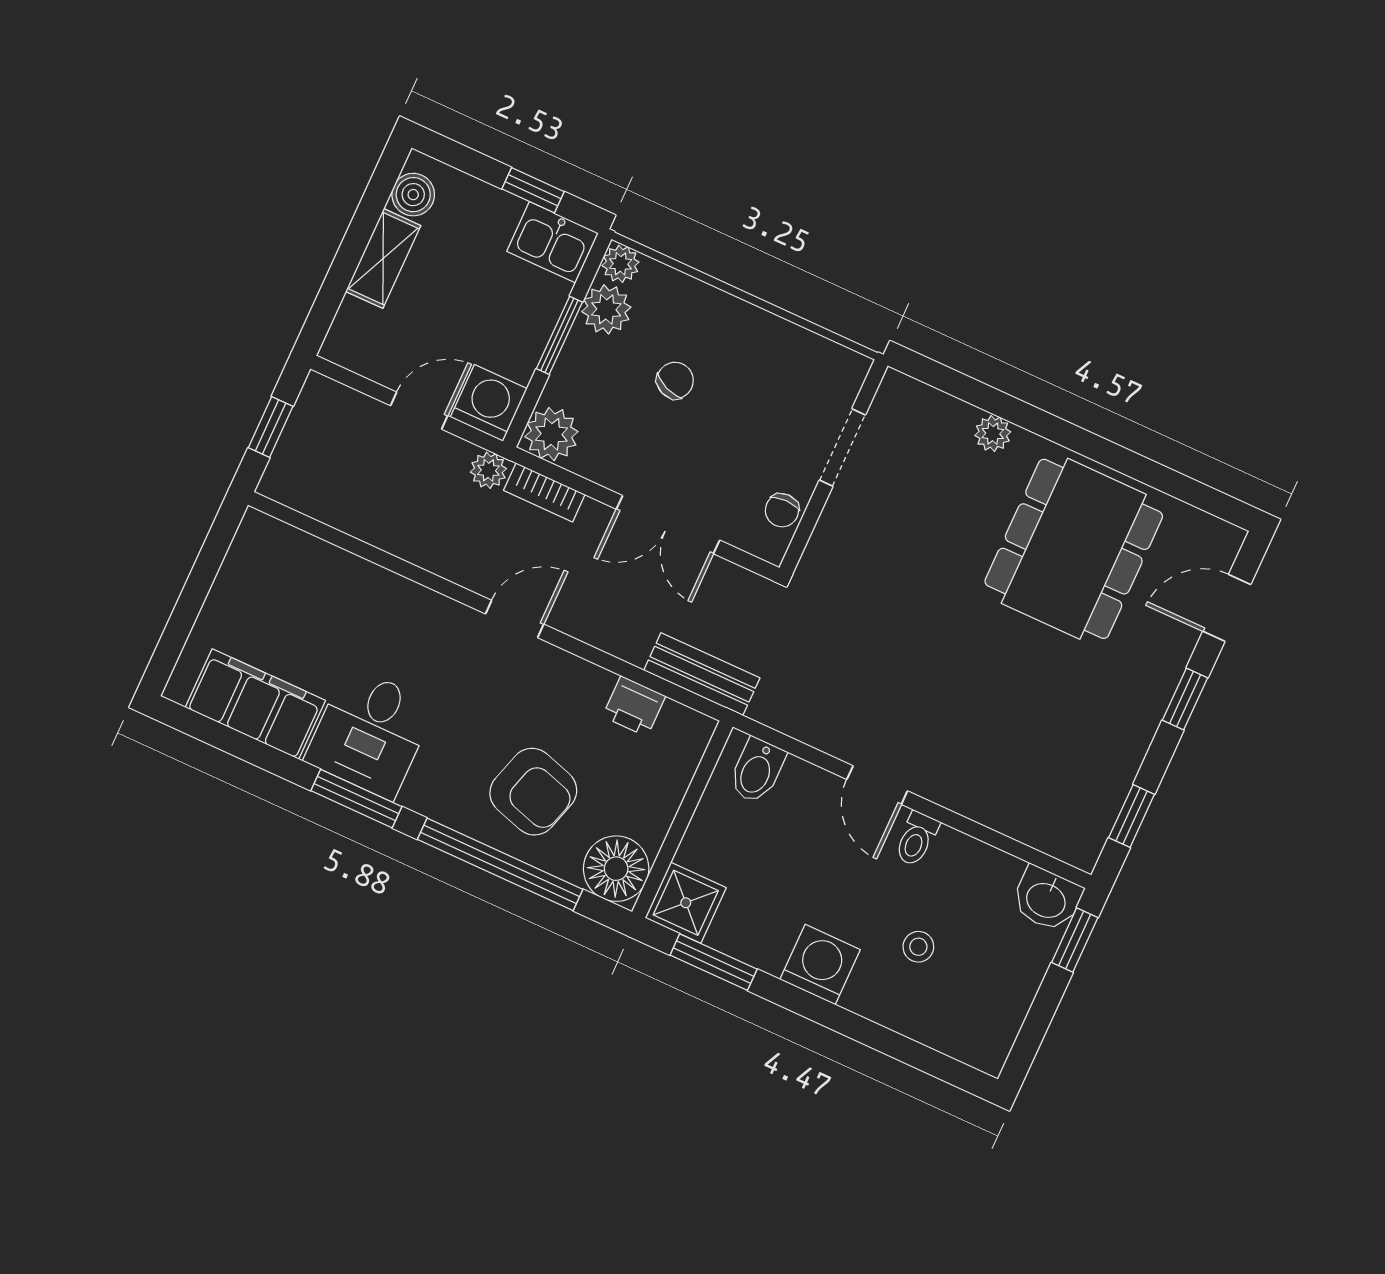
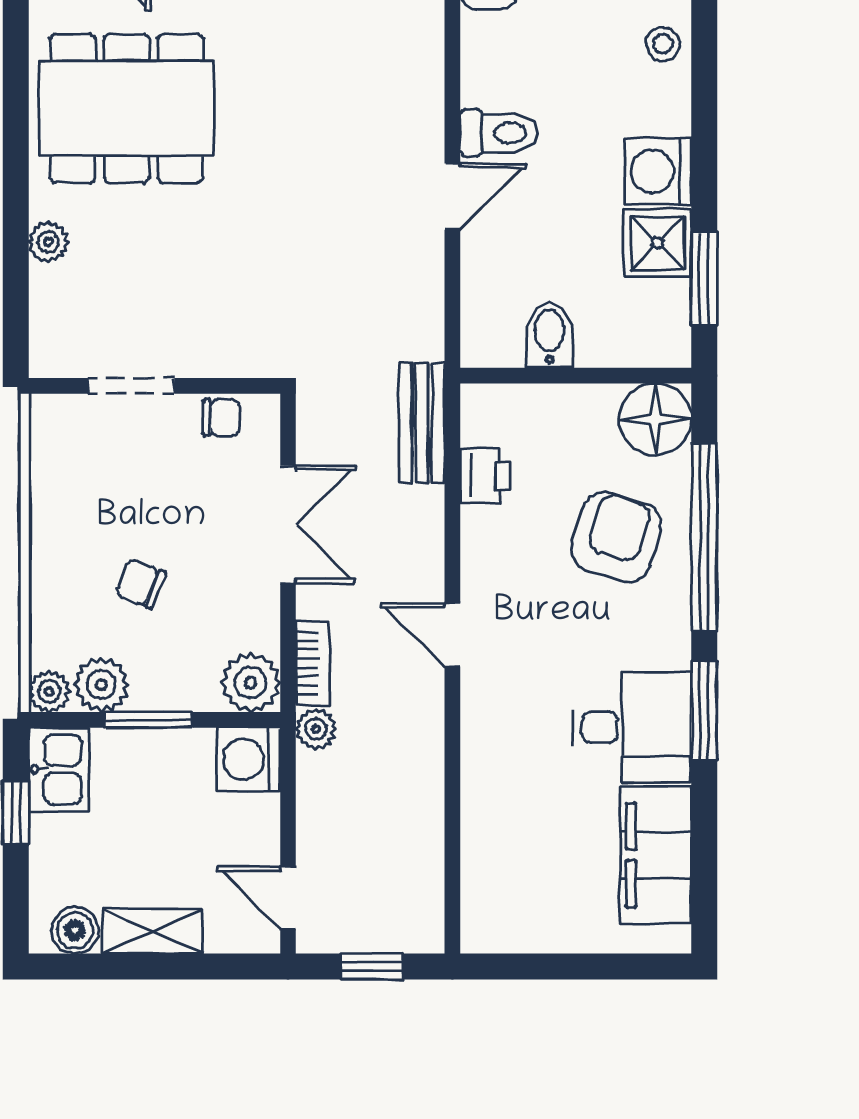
door: (419, 411) -> (288, 898), moved
bidet: (757, 771) -> (549, 335), moved, turned -90
toilet: (916, 839) -> (499, 133), width x1.37, depth x1.39
shower: (686, 903) -> (658, 243), moved
stool: (918, 947) -> (663, 44), moved

